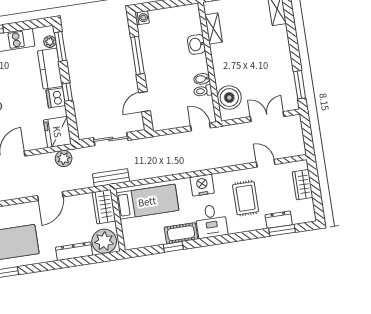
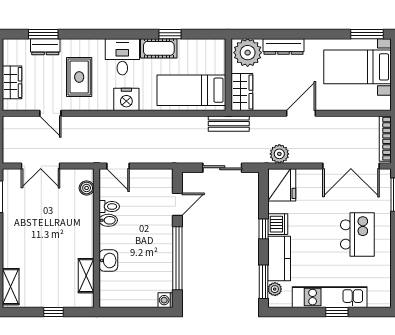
window: (137, 55) -> (177, 258), width x1.46
boiler: (229, 98) -> (87, 188), width x0.54, depth x0.54

